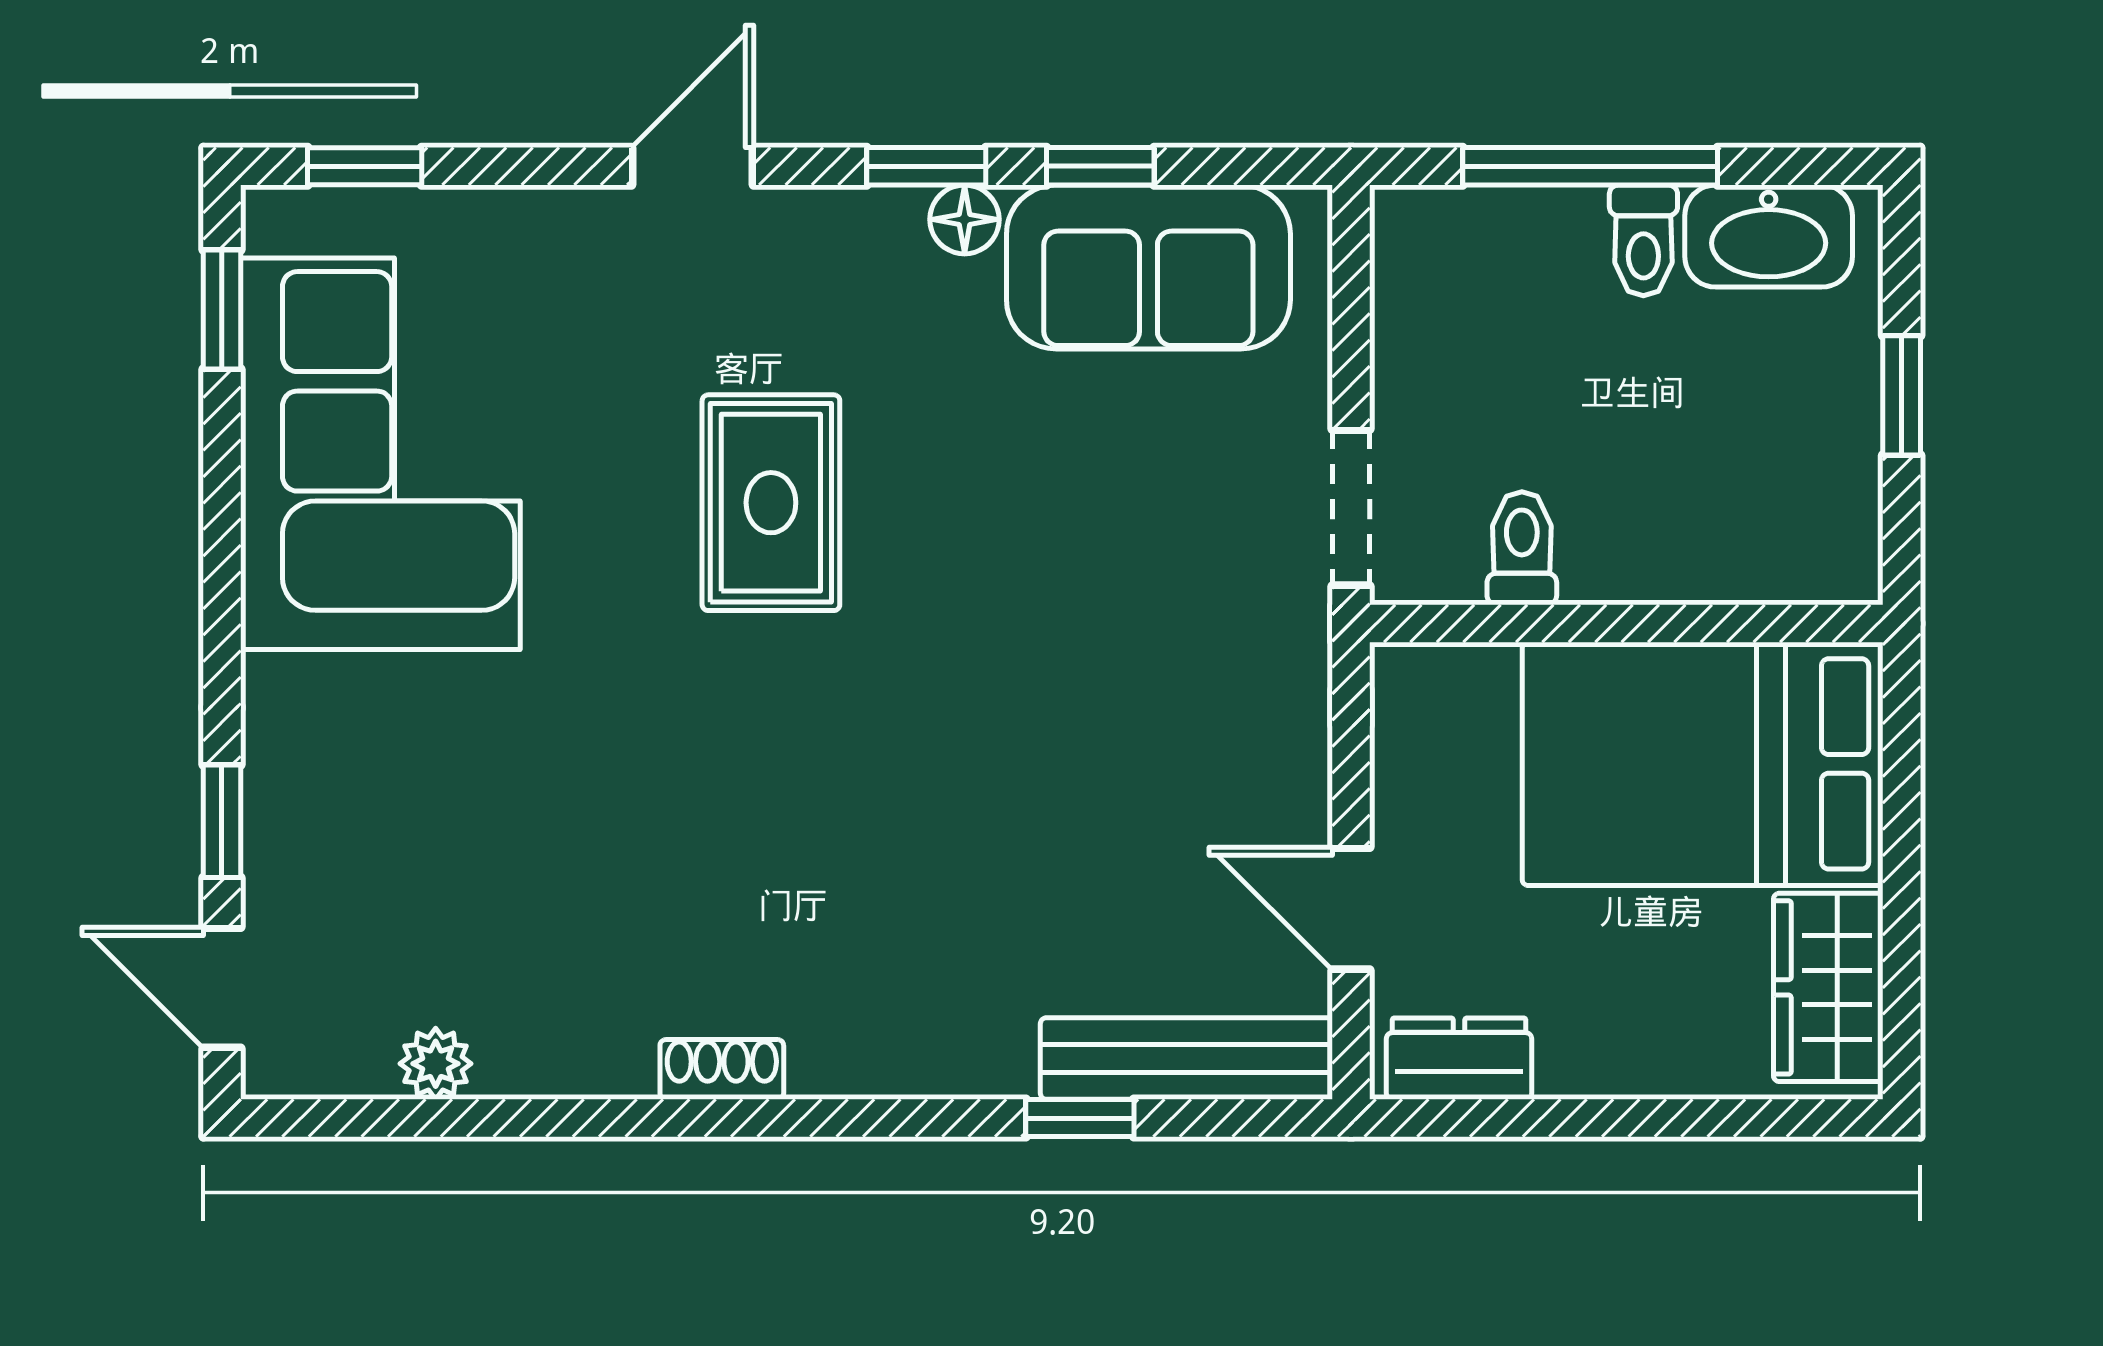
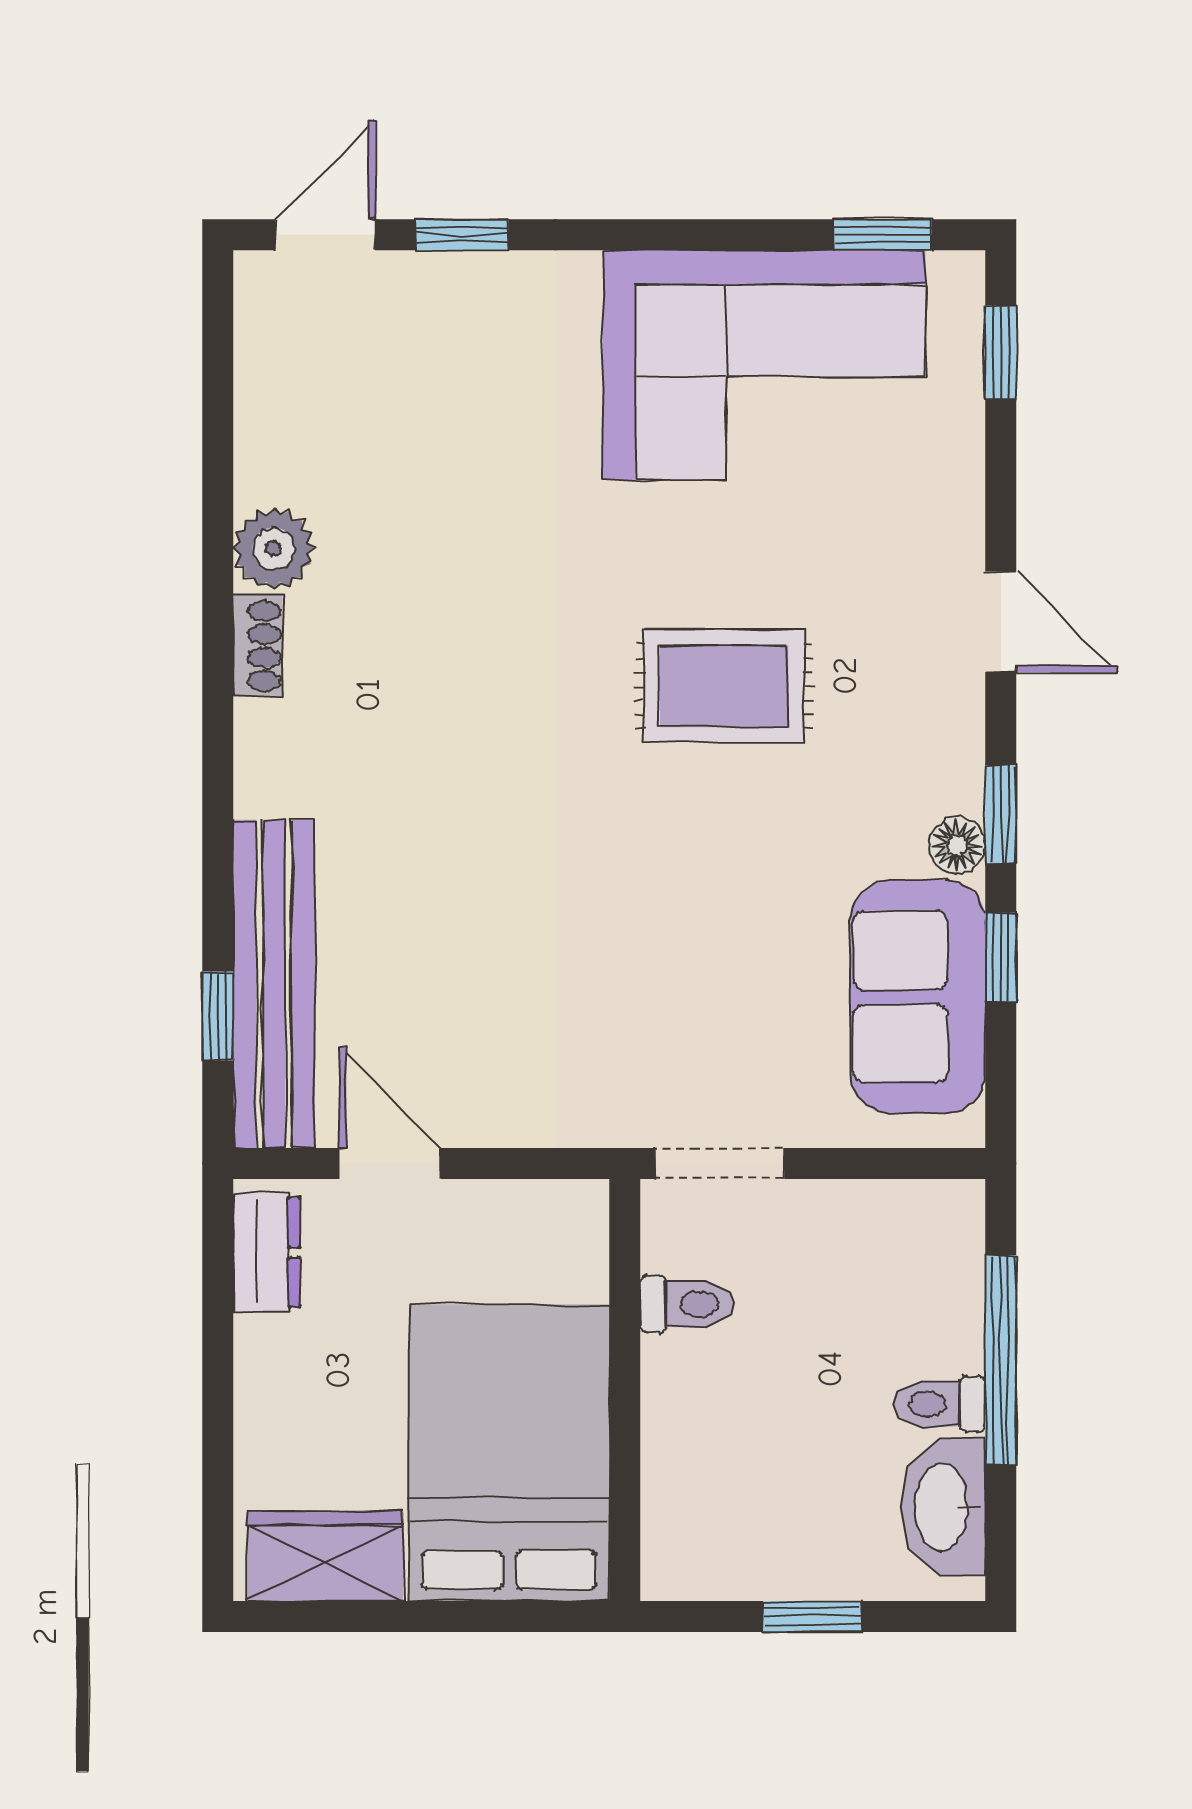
door: (1351, 909) -> (390, 1164), hinge flipped
bench: (1186, 1059) -> (274, 984), width x1.37, depth x1.21
plant: (436, 1064) -> (274, 549), moved, width x1.38, depth x1.38
window: (1080, 1118) -> (218, 1016), moved

